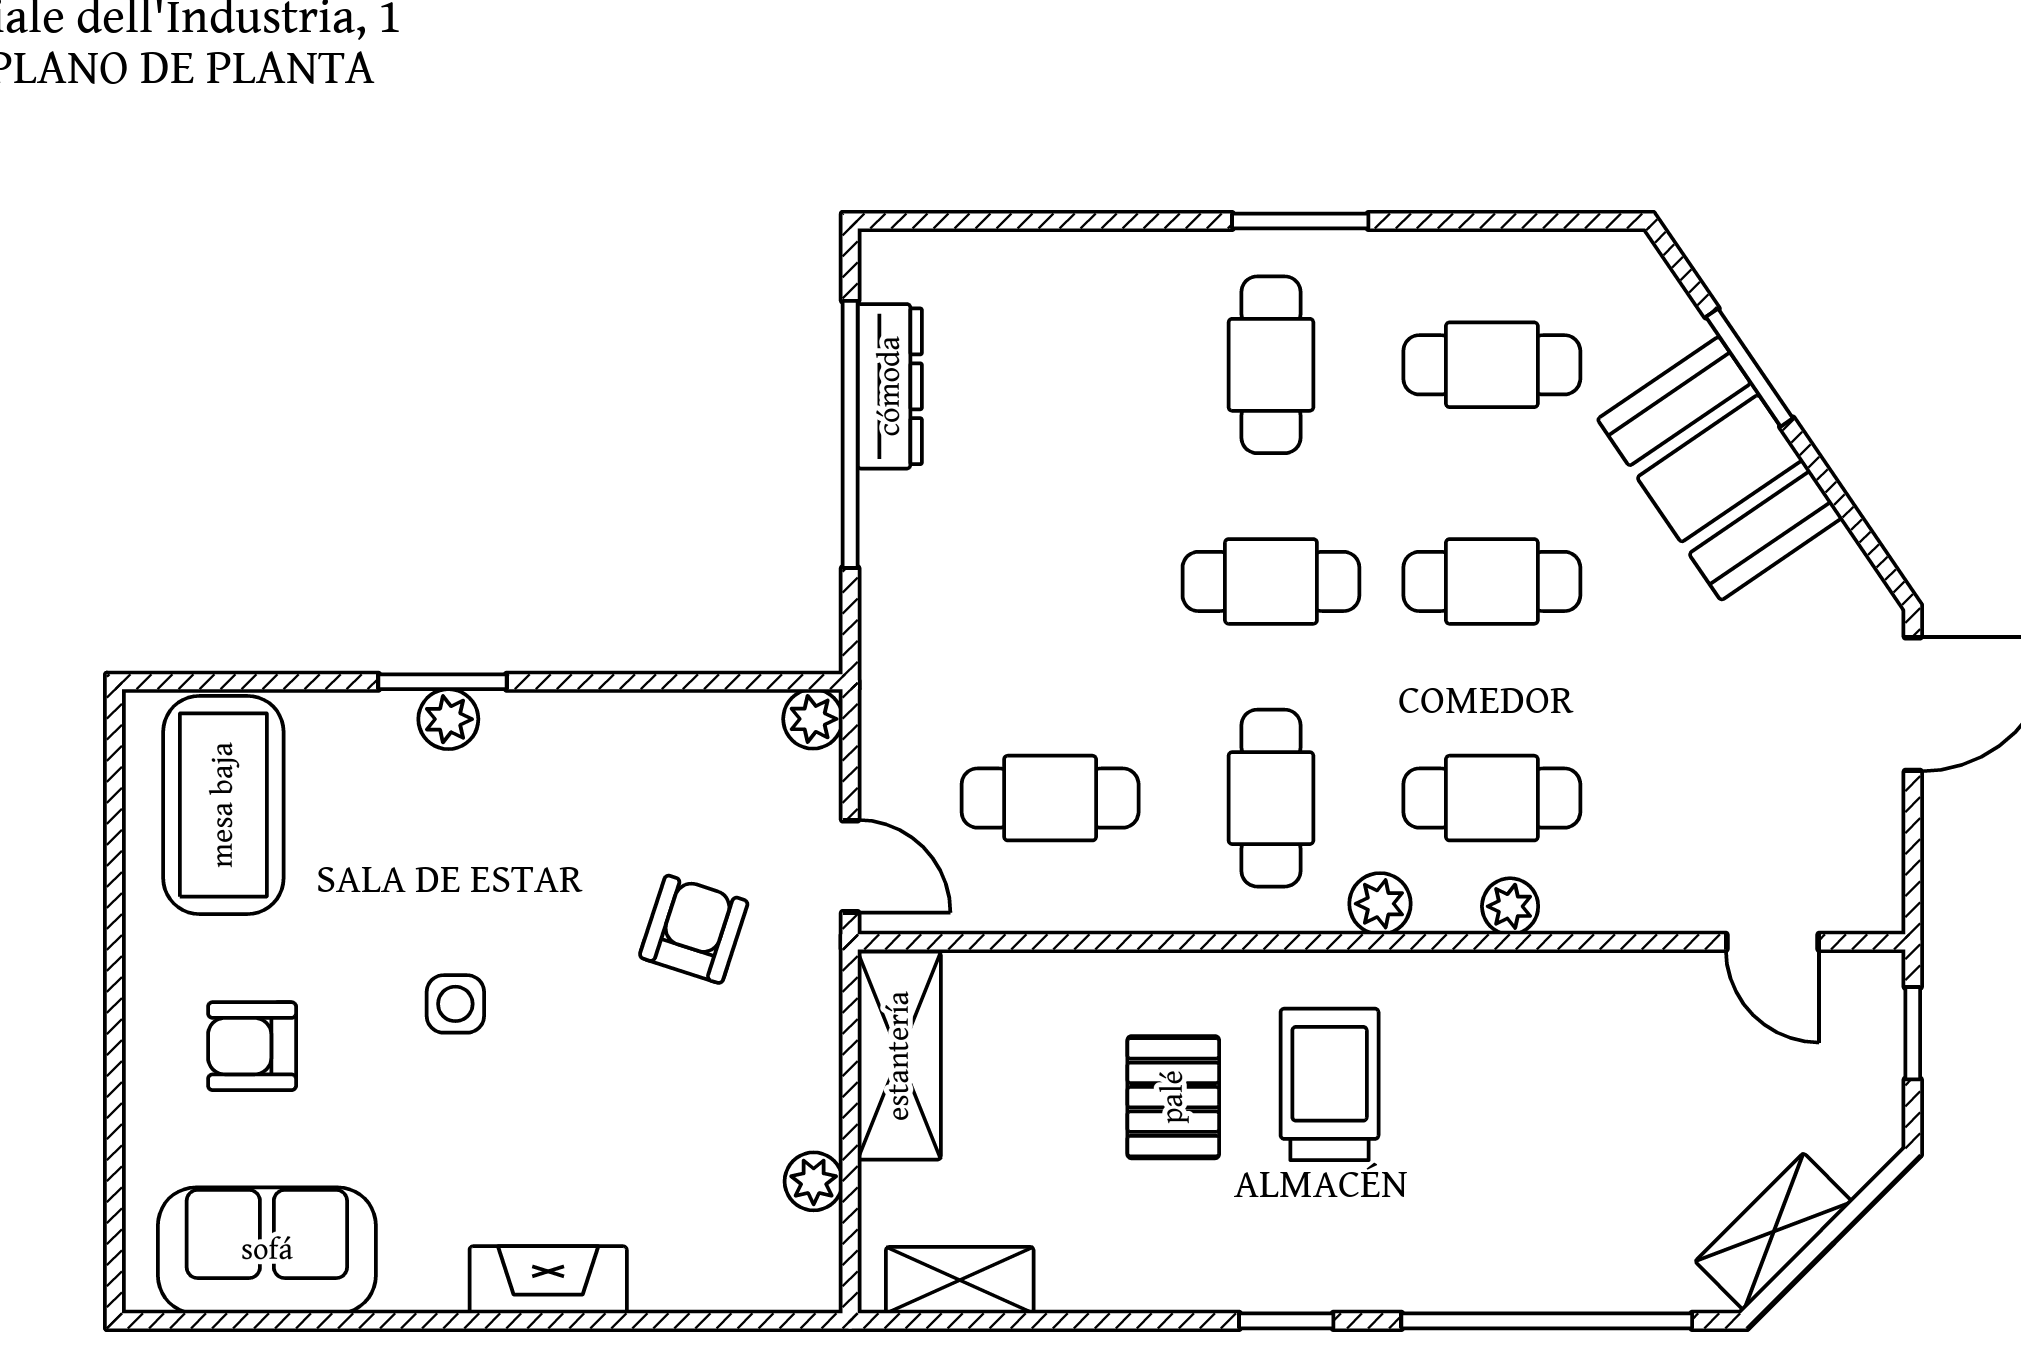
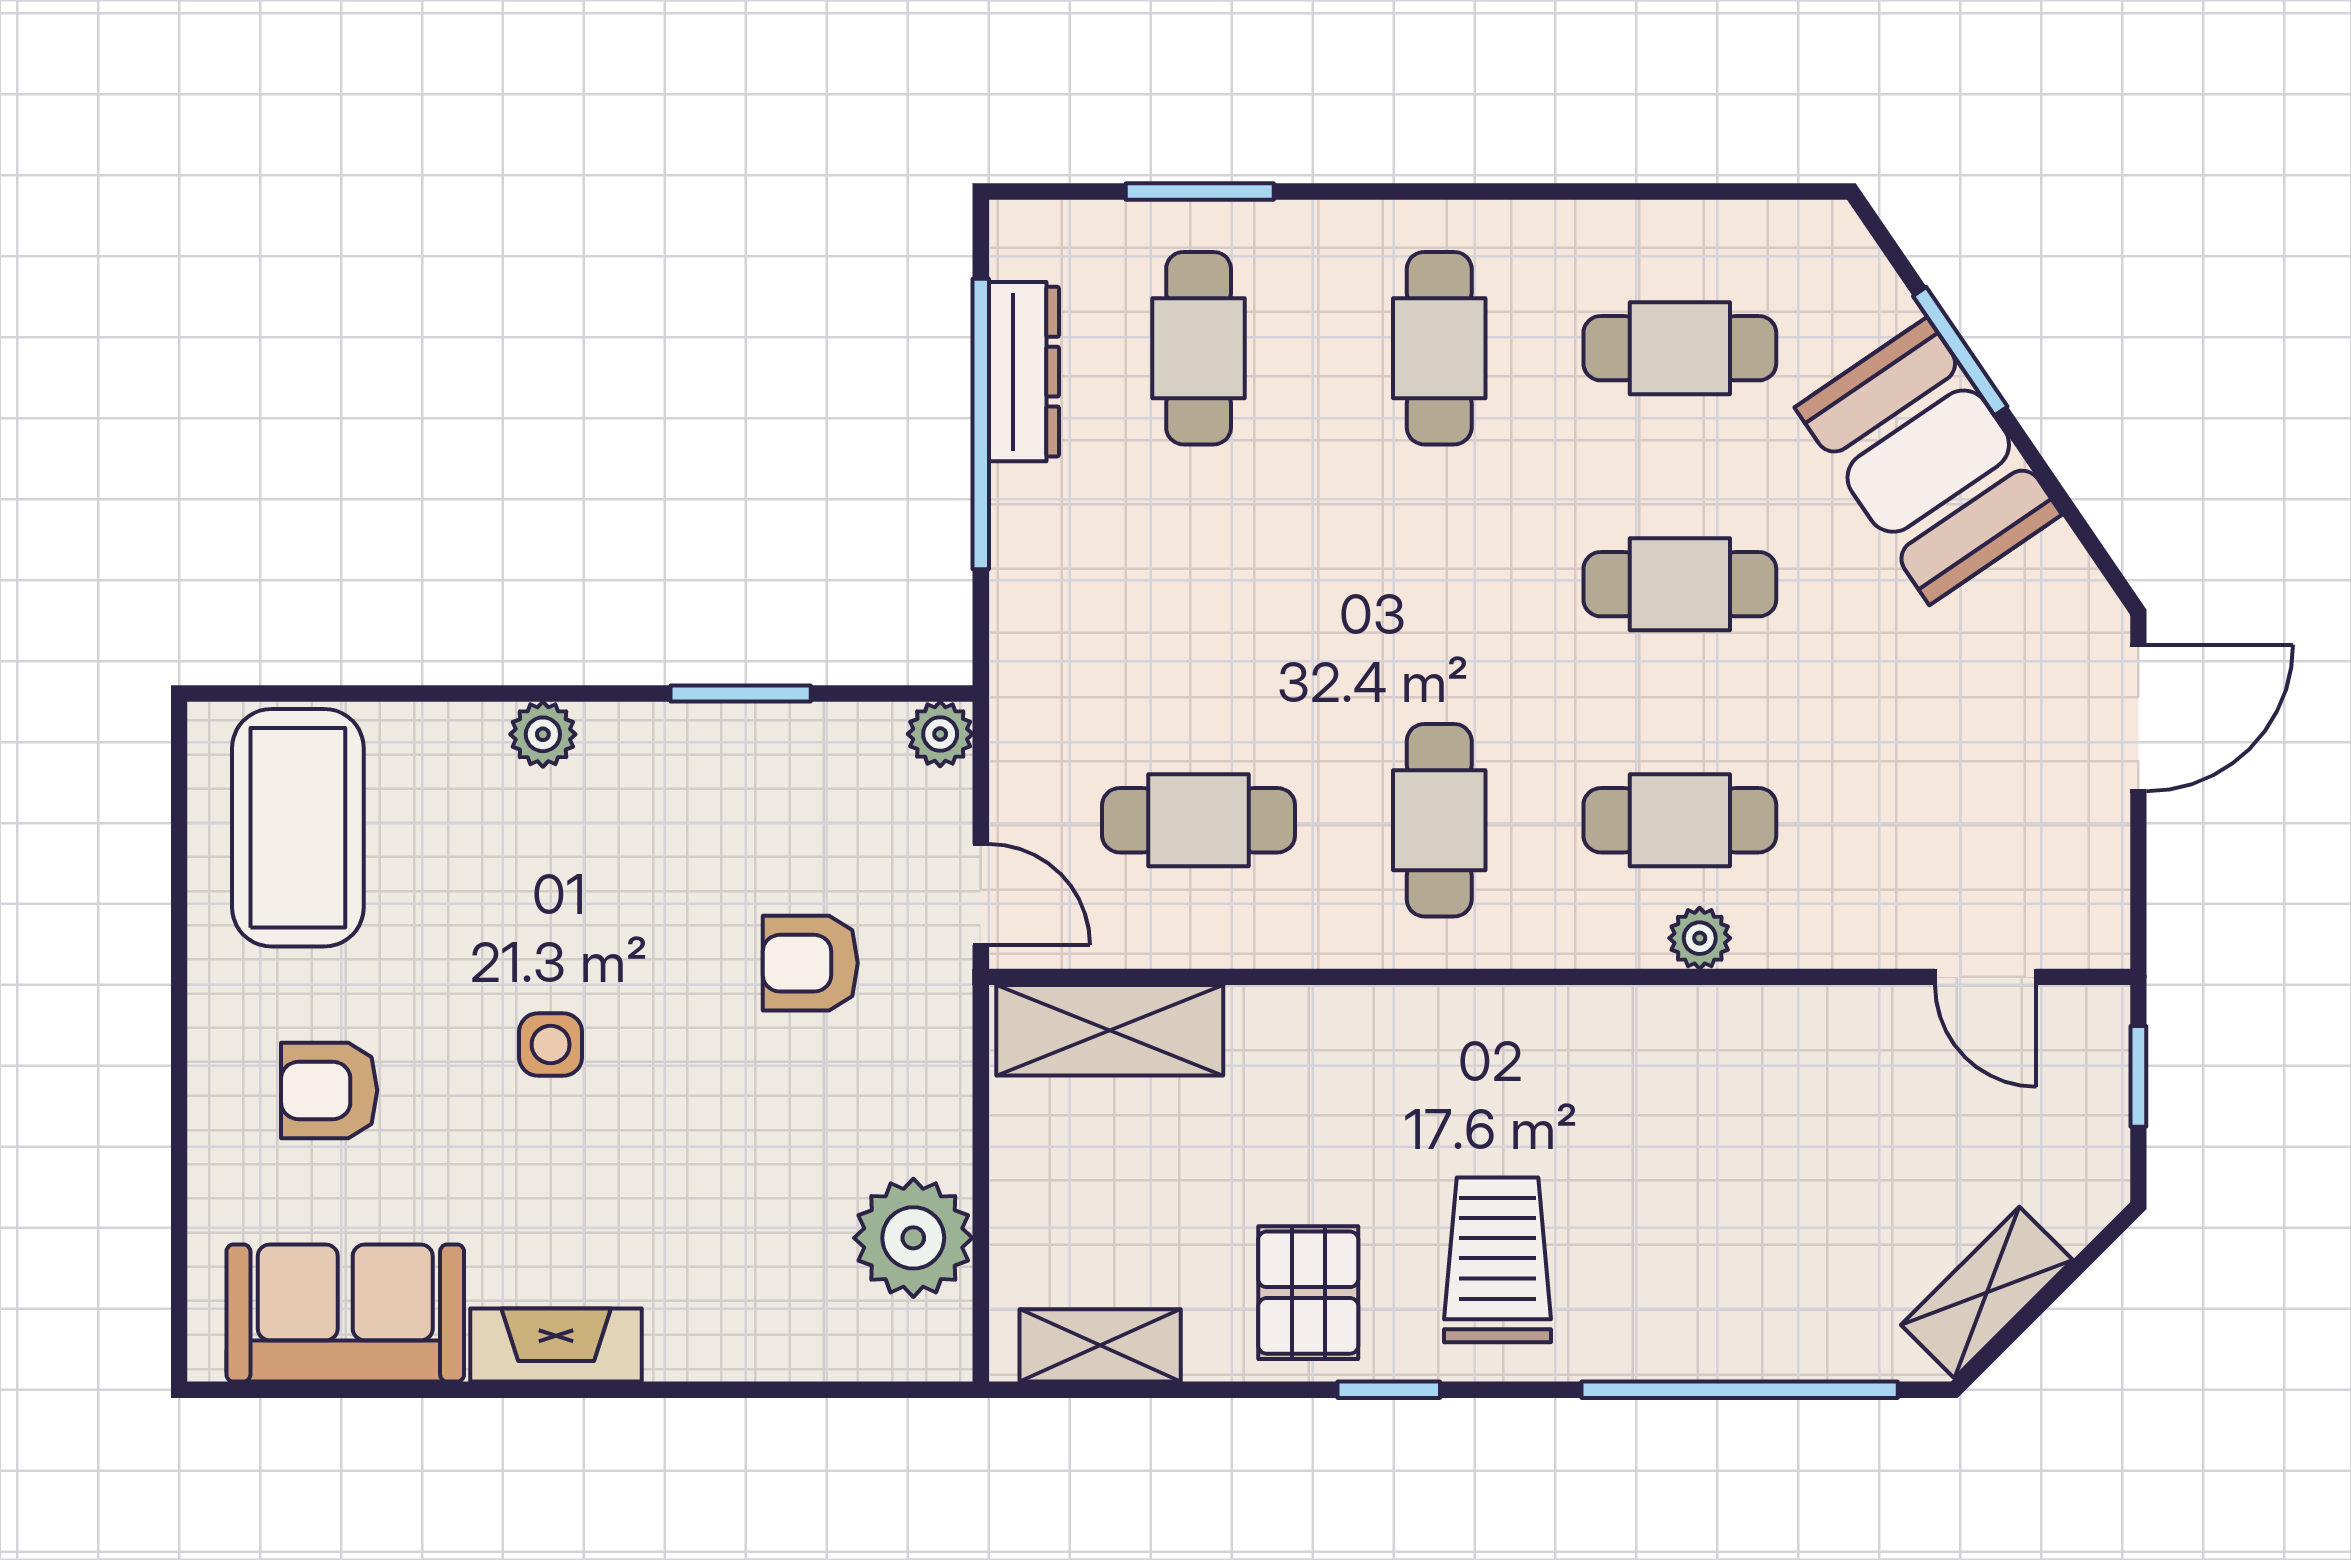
window: (1300, 221) -> (1200, 192), moved
cafe table: (1271, 581) -> (1199, 348), moved, turned 90
window: (442, 682) -> (741, 693), moved
plant: (1380, 904) -> (1558, 935), removed
armchair: (694, 929) -> (810, 963), turned -108
shelving: (899, 1056) -> (1110, 1030), moved, turned 90
trolley: (1330, 1084) -> (1498, 1260), moved
pallet: (1173, 1097) -> (1308, 1293), moved
plant: (814, 1181) -> (913, 1238), width x1.88, depth x1.88
fireplace: (548, 1280) -> (556, 1345), moved
window: (1286, 1321) -> (1389, 1390), moved

